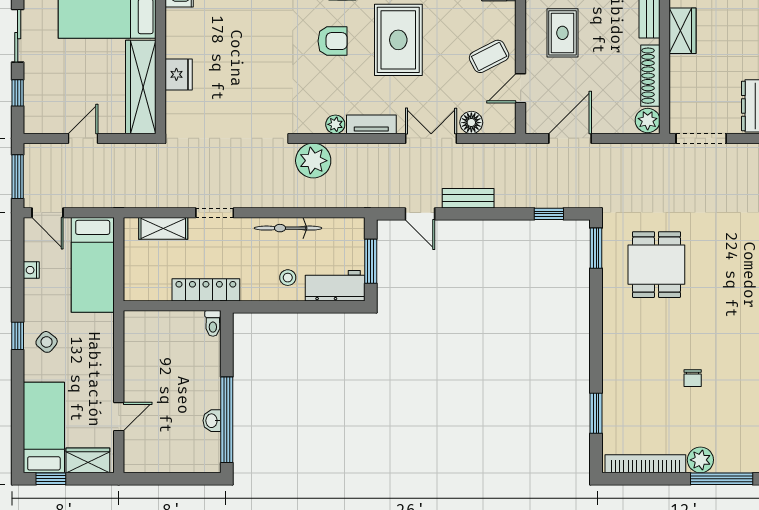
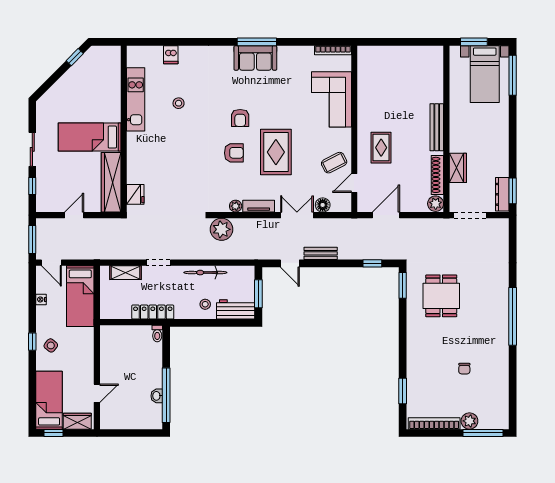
wardrobe: (683, 31) -> (458, 168), moved
fridge: (179, 74) -> (135, 194), moved

